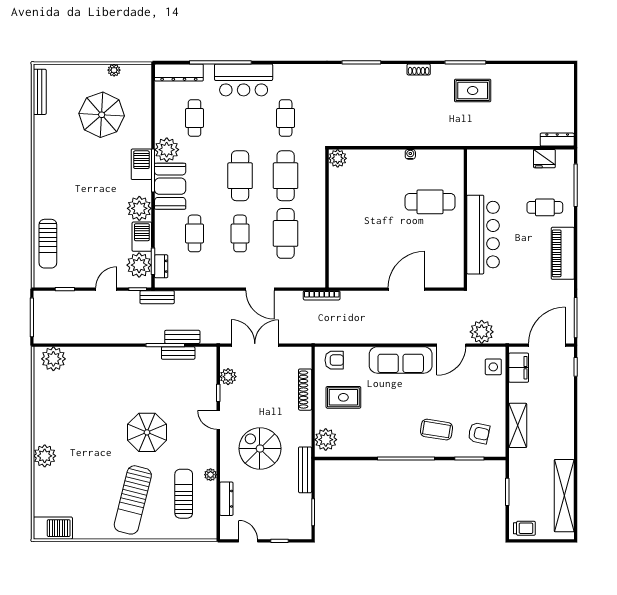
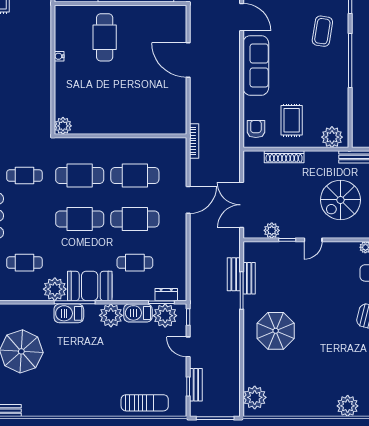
cafe table: (240, 233) -> (135, 219), width x1.37, depth x1.35
bench: (157, 297) -> (196, 385), moved
parasol: (147, 432) -> (276, 331), moved

